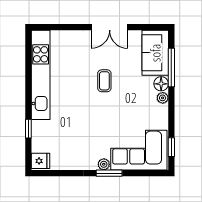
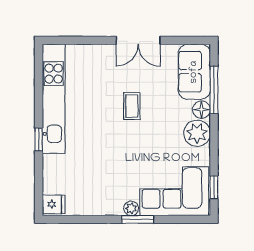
plant: (163, 98) -> (197, 133), width x1.88, depth x1.88
window: (28, 129) -> (39, 139), moved

